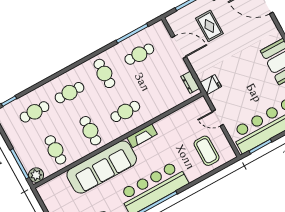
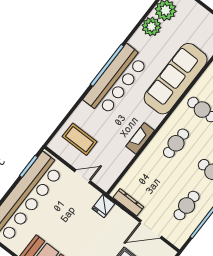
dresser: (190, 82) -> (128, 202), width x1.44
fireplace: (142, 136) -> (140, 138), moved

